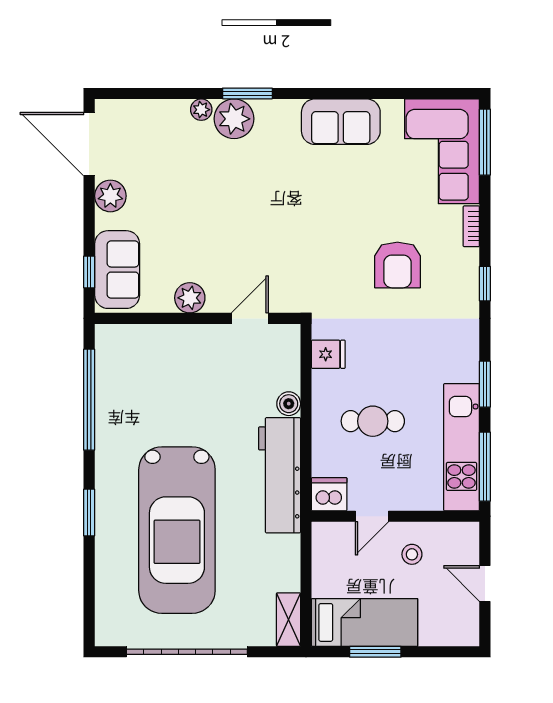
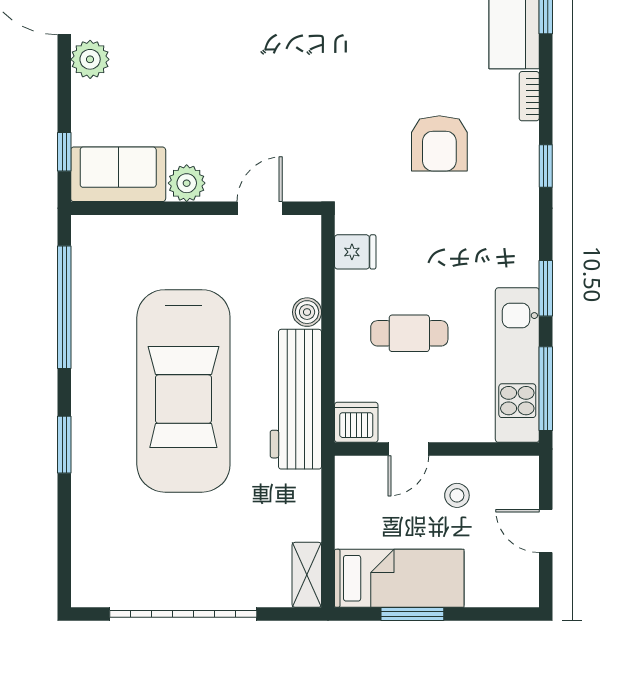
sofa: (117, 270) -> (118, 174), moved, turned -90
car: (177, 530) -> (183, 391), moved

